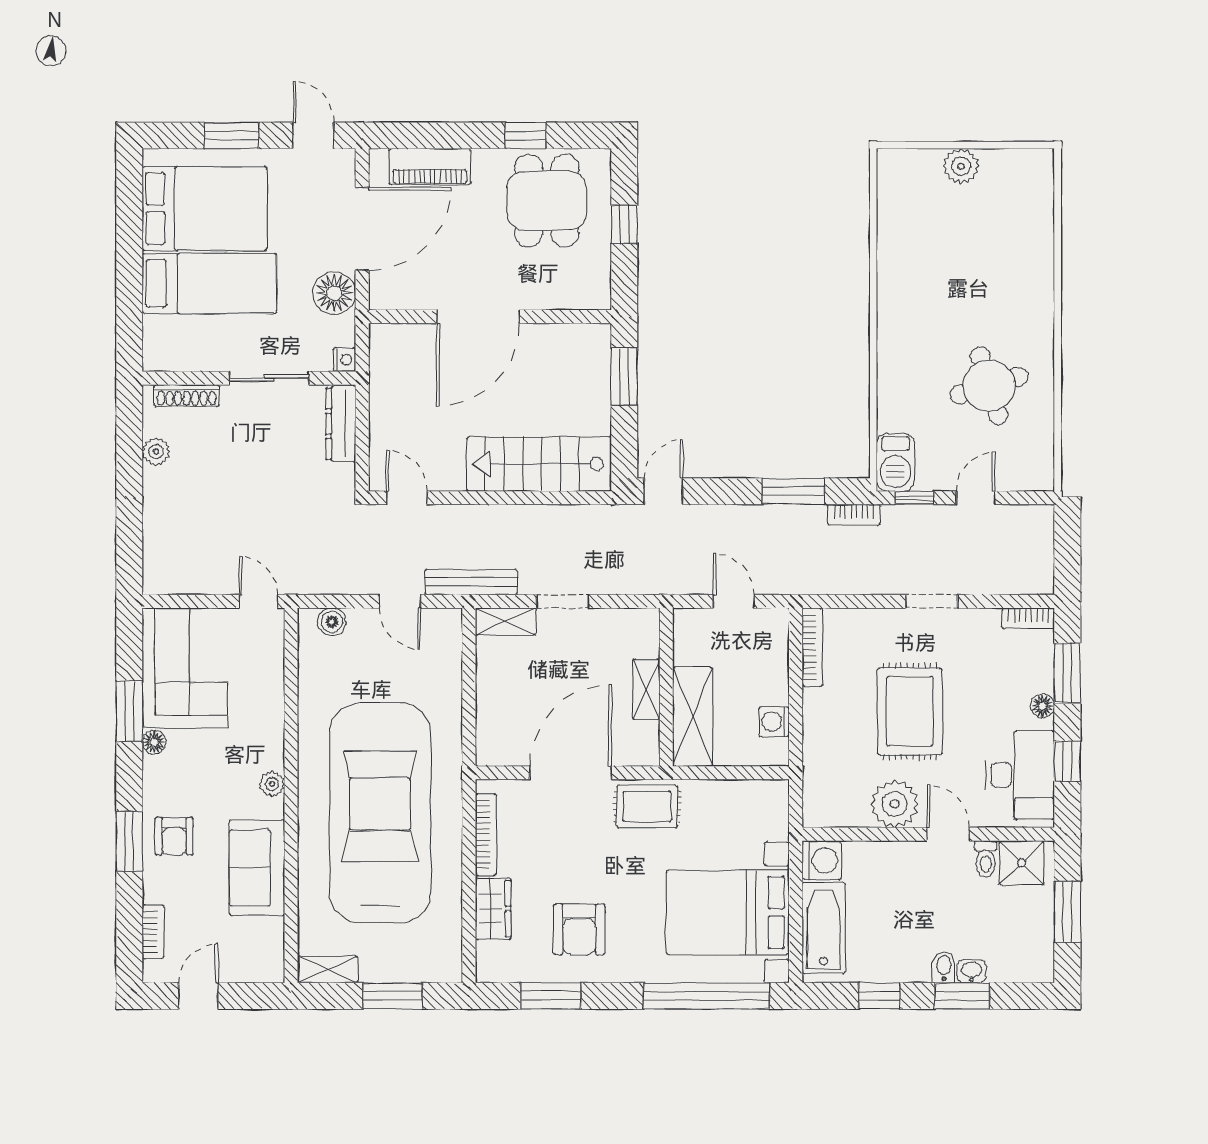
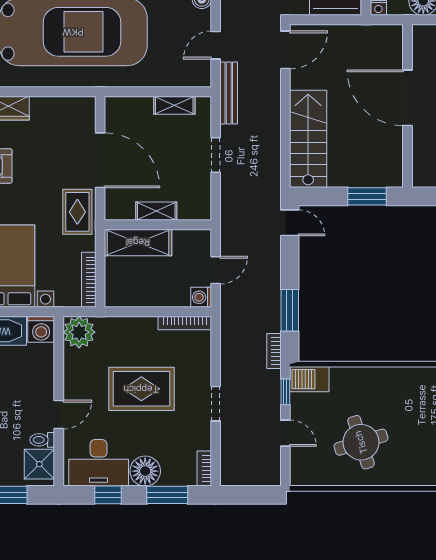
door: (407, 498) -> (285, 50), width x1.38
shelving: (506, 621) -> (174, 105), moved, turned 90
floor lamp: (1042, 706) -> (145, 471), width x1.89, depth x1.89
washing machine: (774, 722) -> (201, 297), moved, turned -90
plant: (895, 804) -> (79, 332), moved
bookcase: (486, 834) -> (89, 280), moved, turned 90

